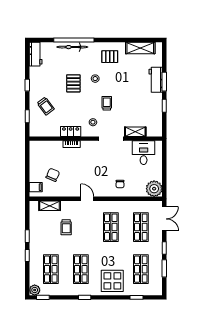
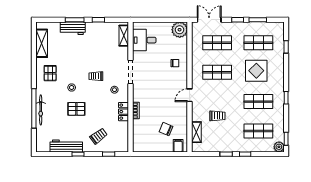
workbench: (36, 54) -> (66, 146), moved, width x1.38
shelving: (135, 132) -> (124, 36), moved
display table: (112, 281) -> (256, 71), moved

